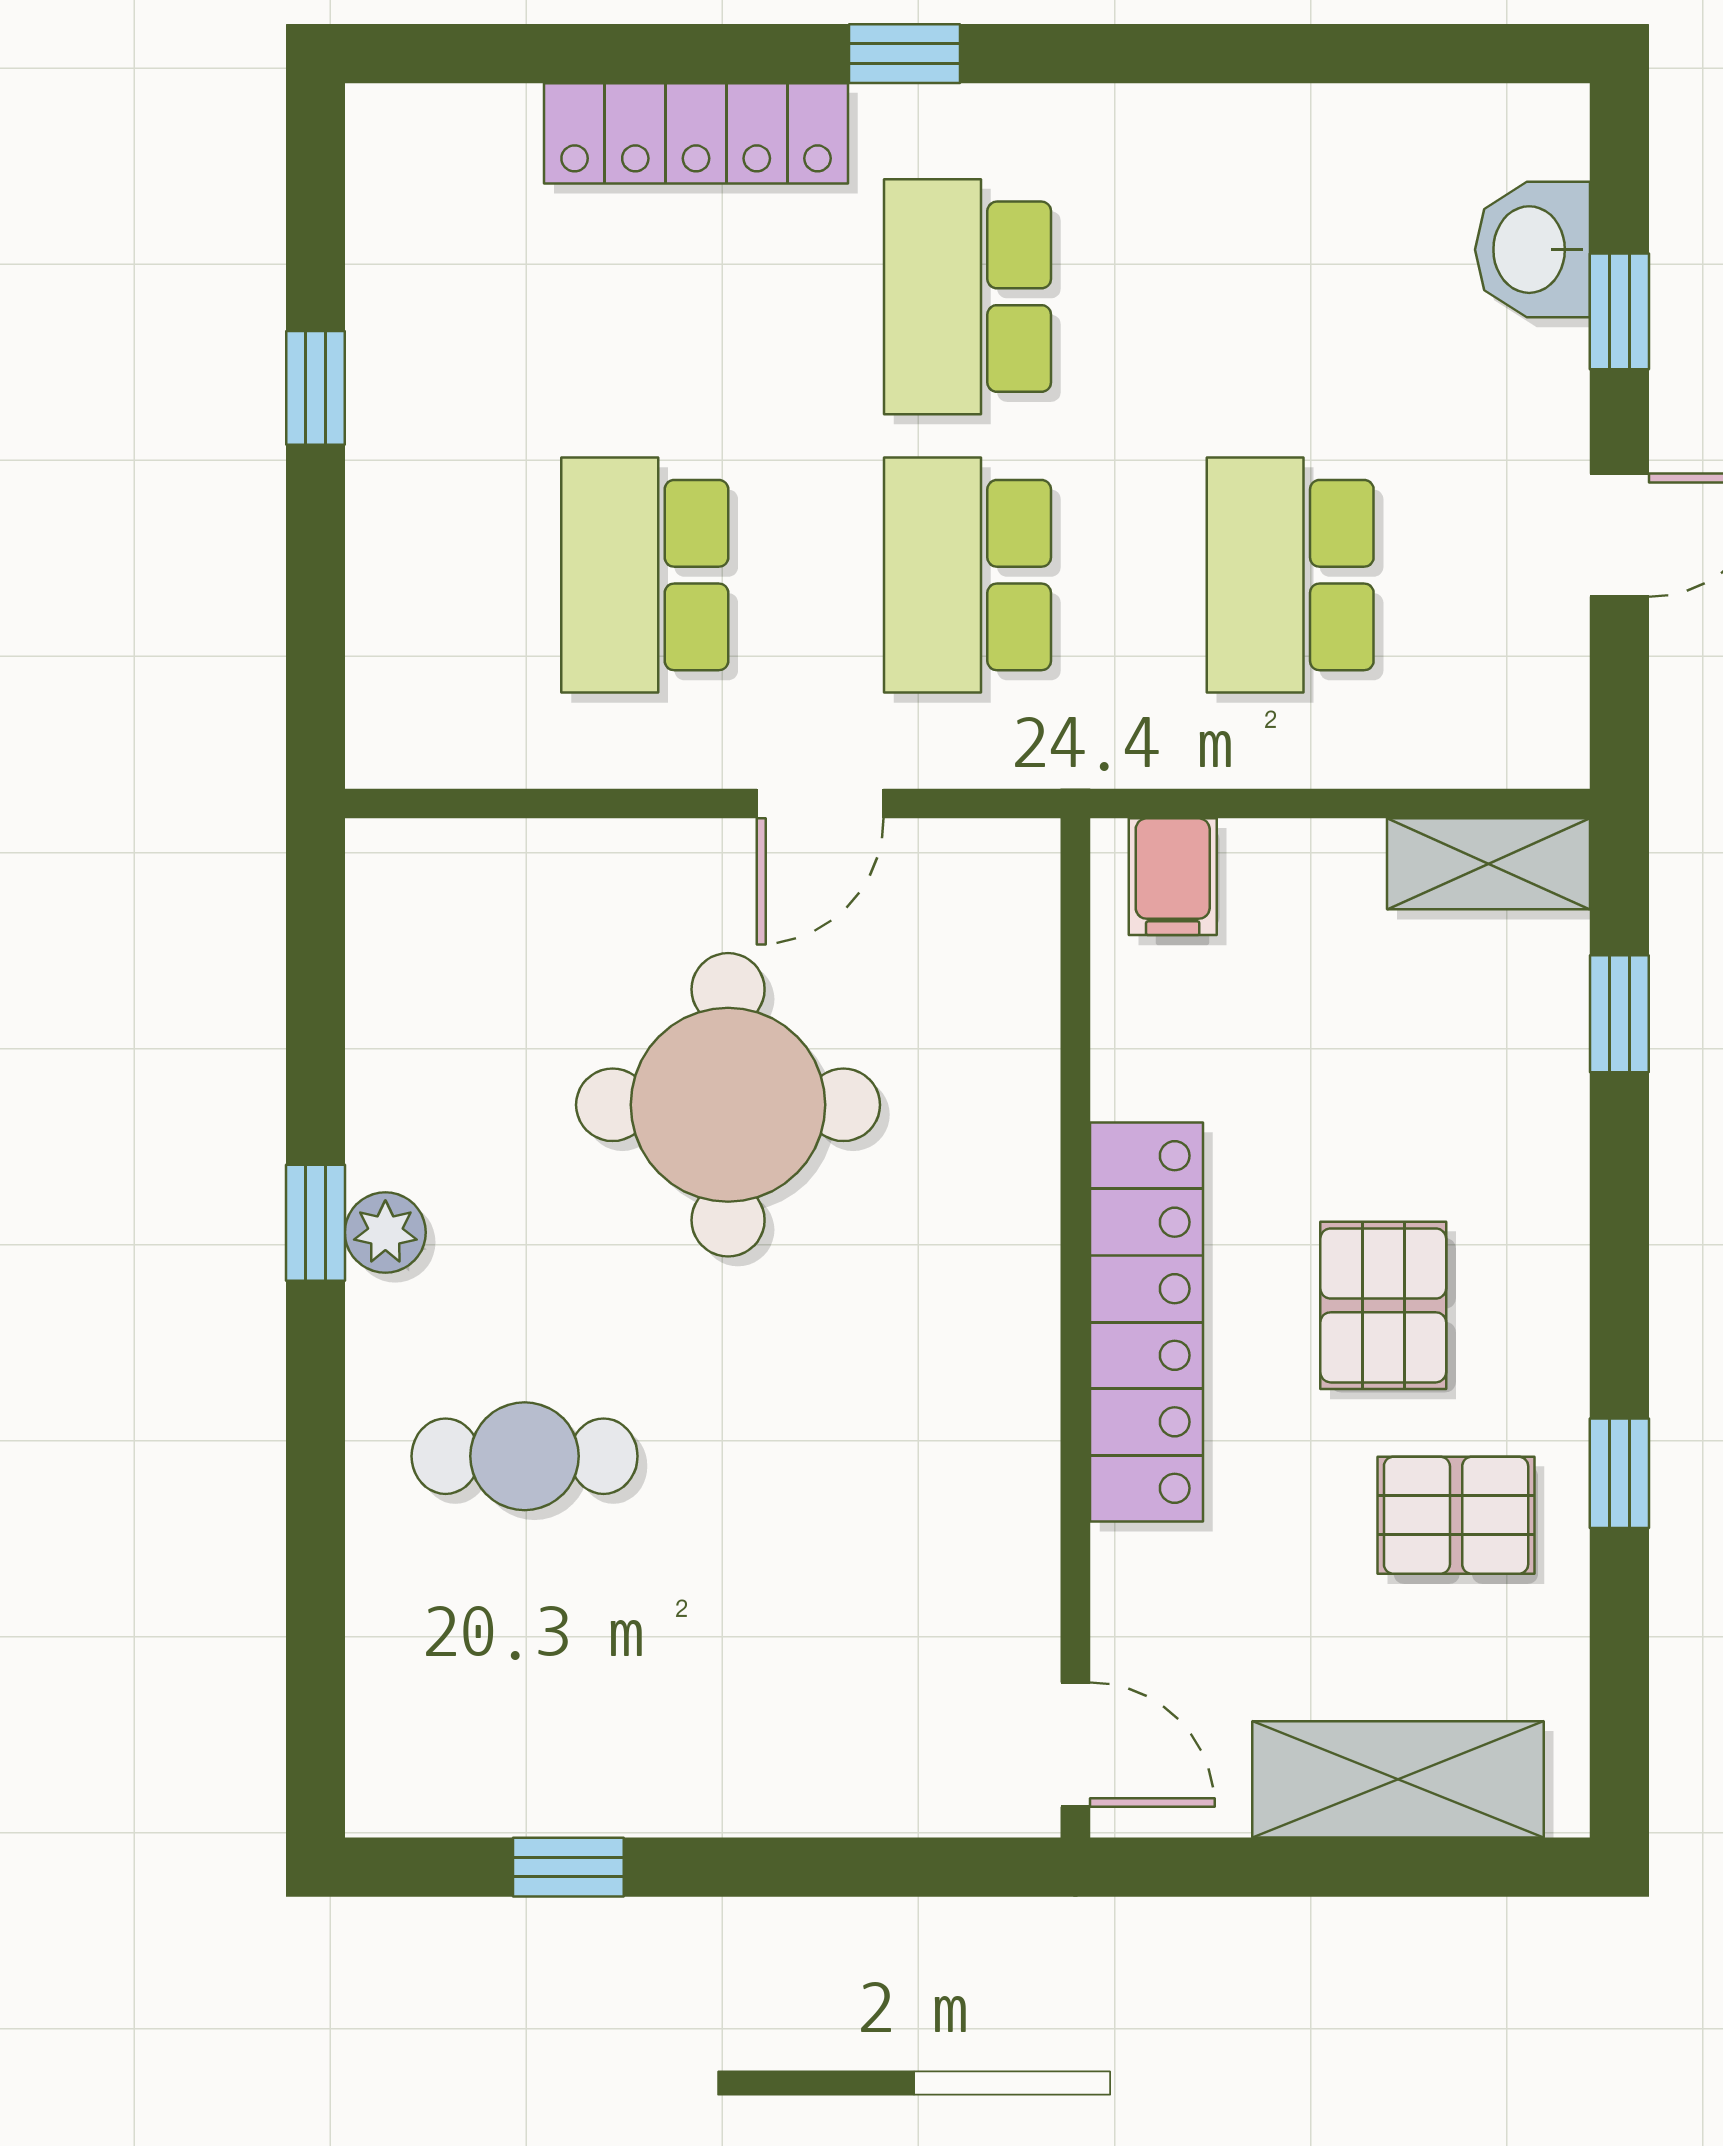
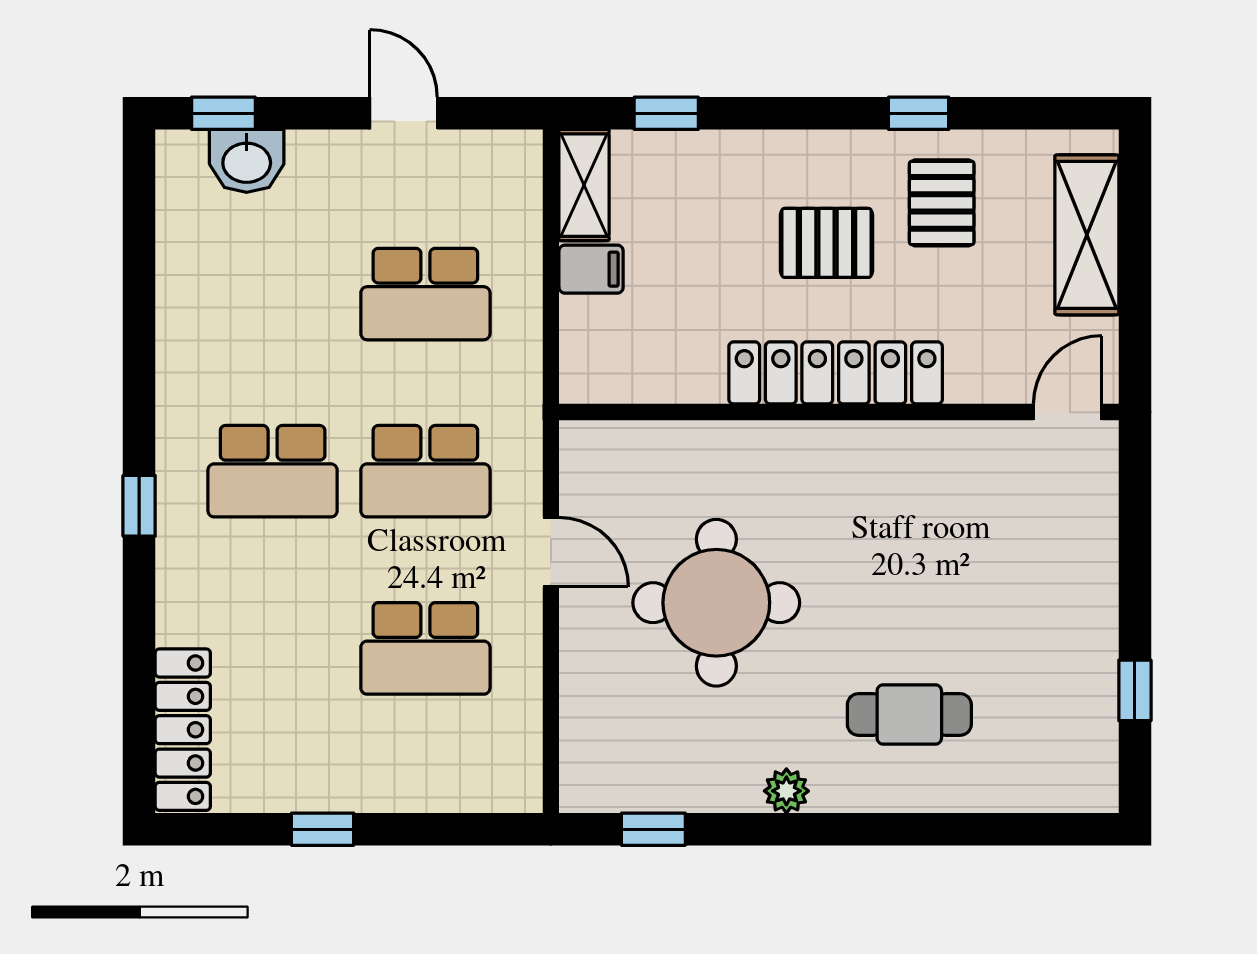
locker: (696, 133) -> (183, 730), moved
window: (1619, 311) -> (223, 113), moved
filing cabinet: (1173, 877) -> (591, 269), moved
window: (316, 1223) -> (653, 829), moved
cafe table: (525, 1456) -> (909, 714), turned 90

